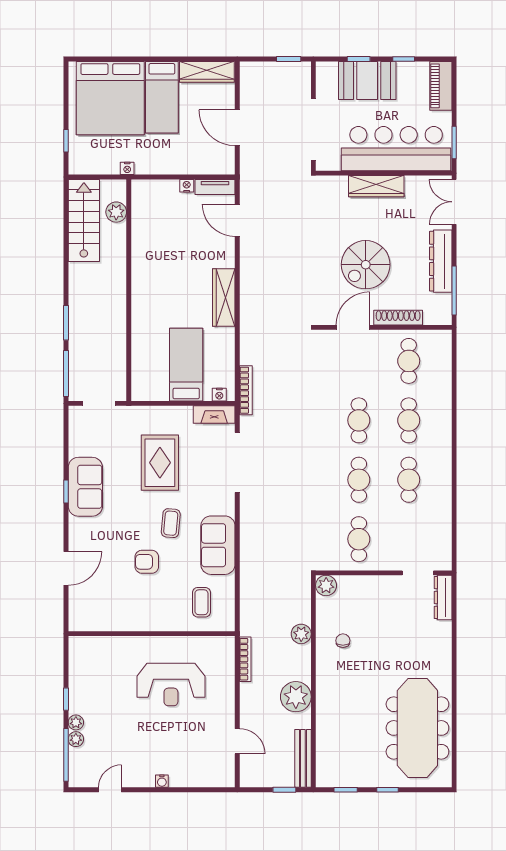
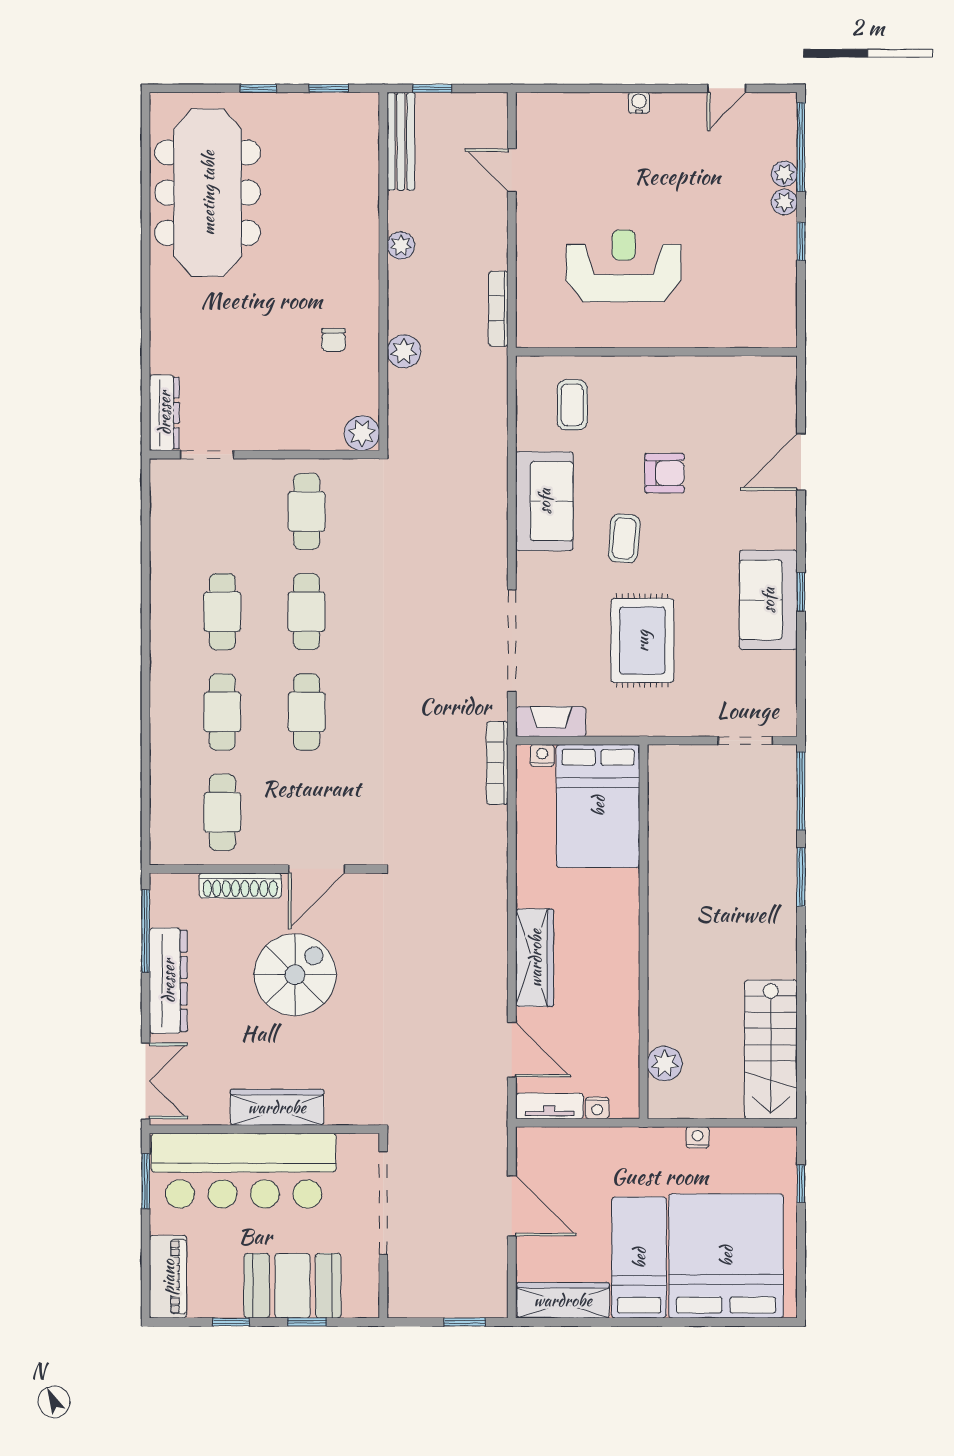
window: (289, 59) -> (465, 1322), moved
plant: (116, 212) -> (665, 1064), moved
wall: (129, 290) -> (644, 932), moved
wardrobe: (224, 297) -> (535, 958), moved
bed: (186, 365) -> (598, 806), width x1.50
plant: (296, 697) -> (401, 245), width x0.53, depth x0.53

